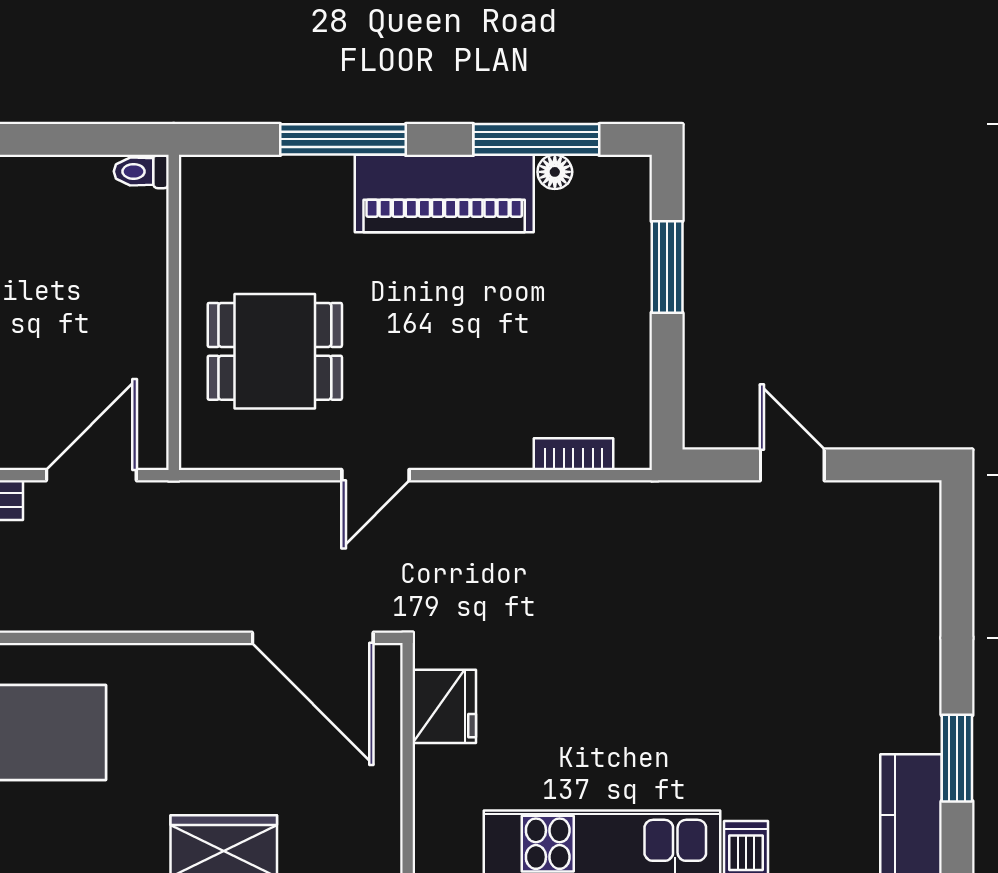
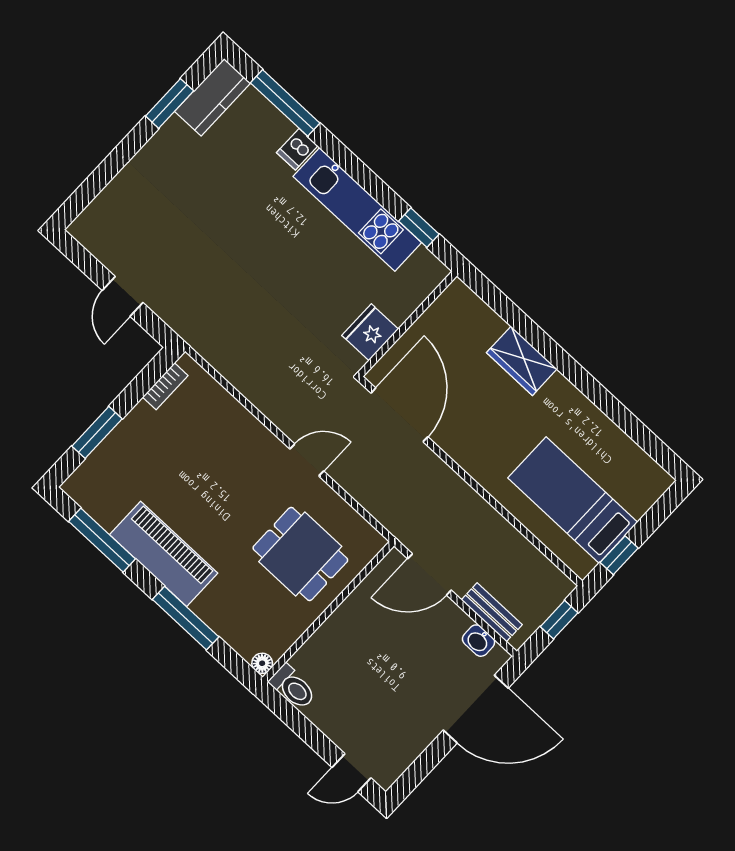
toilet: (141, 171) -> (293, 687), width x1.37, depth x1.39
floor lamp: (555, 172) -> (262, 663), moved
bookcase: (573, 454) -> (165, 386), moved, turned -90

